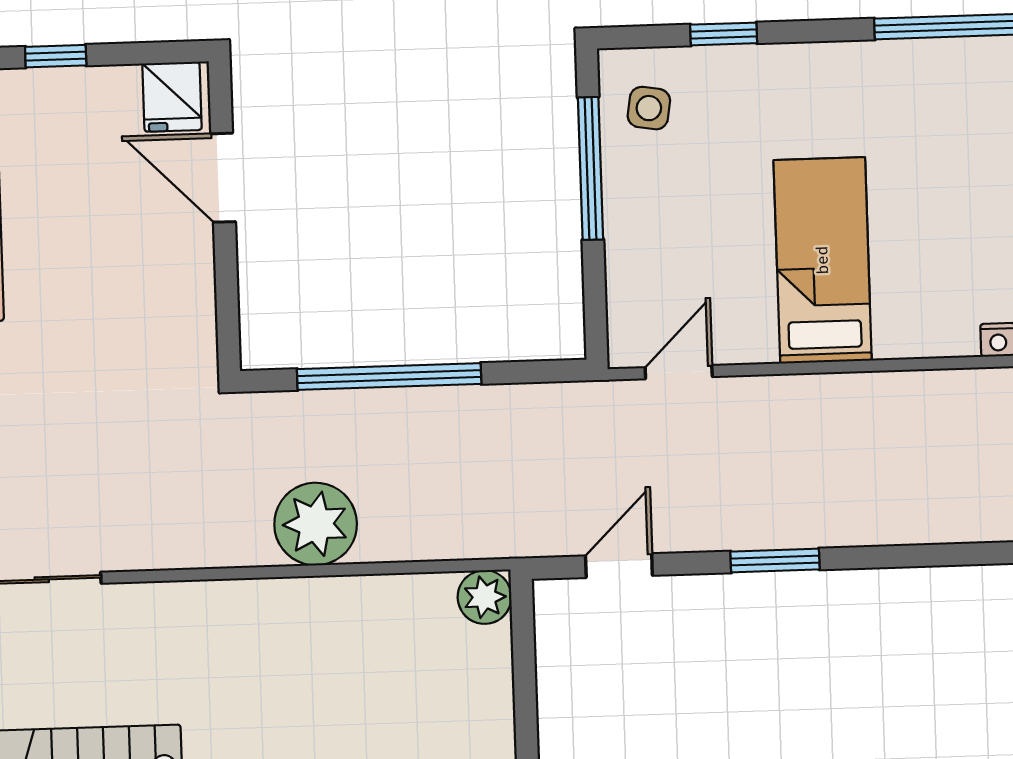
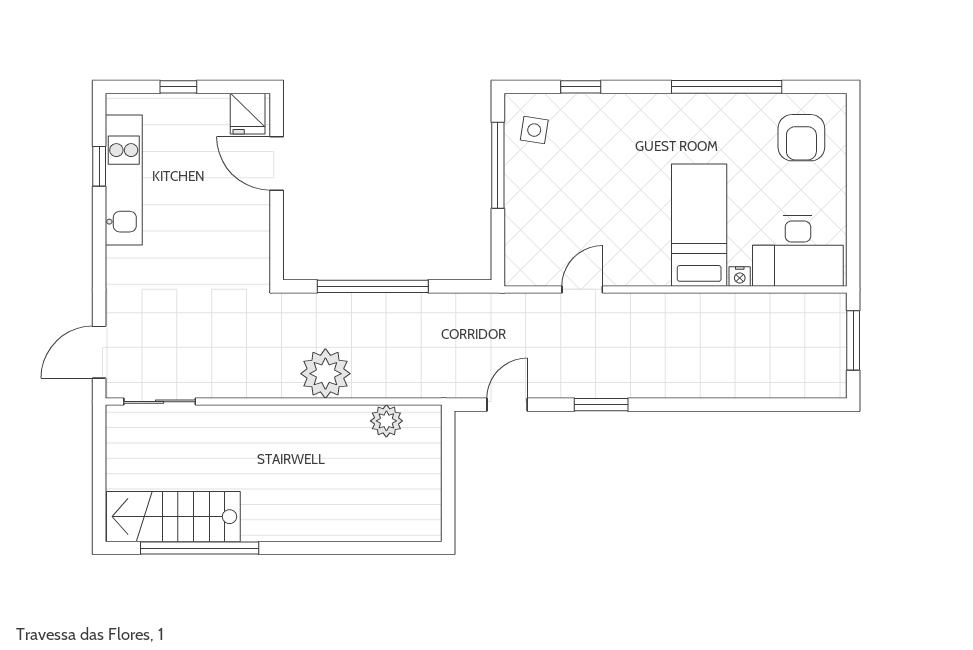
bed: (823, 260) -> (699, 225), moved
door: (679, 372) -> (582, 289), moved
plant: (485, 597) -> (386, 421), moved

